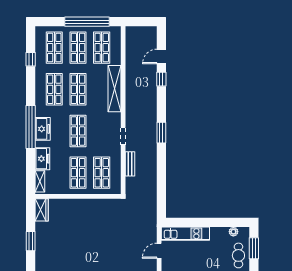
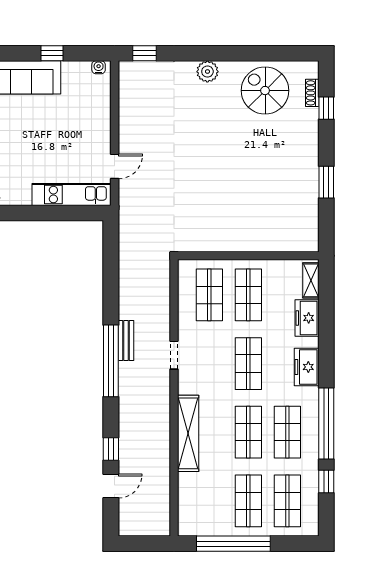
shop shelf: (102, 48) -> (209, 501), removed
window: (31, 127) -> (326, 424), moved
window: (161, 133) -> (111, 361), width x2.11
bench: (130, 164) -> (126, 341), moved
wardrobe: (42, 210) -> (308, 234), removed

